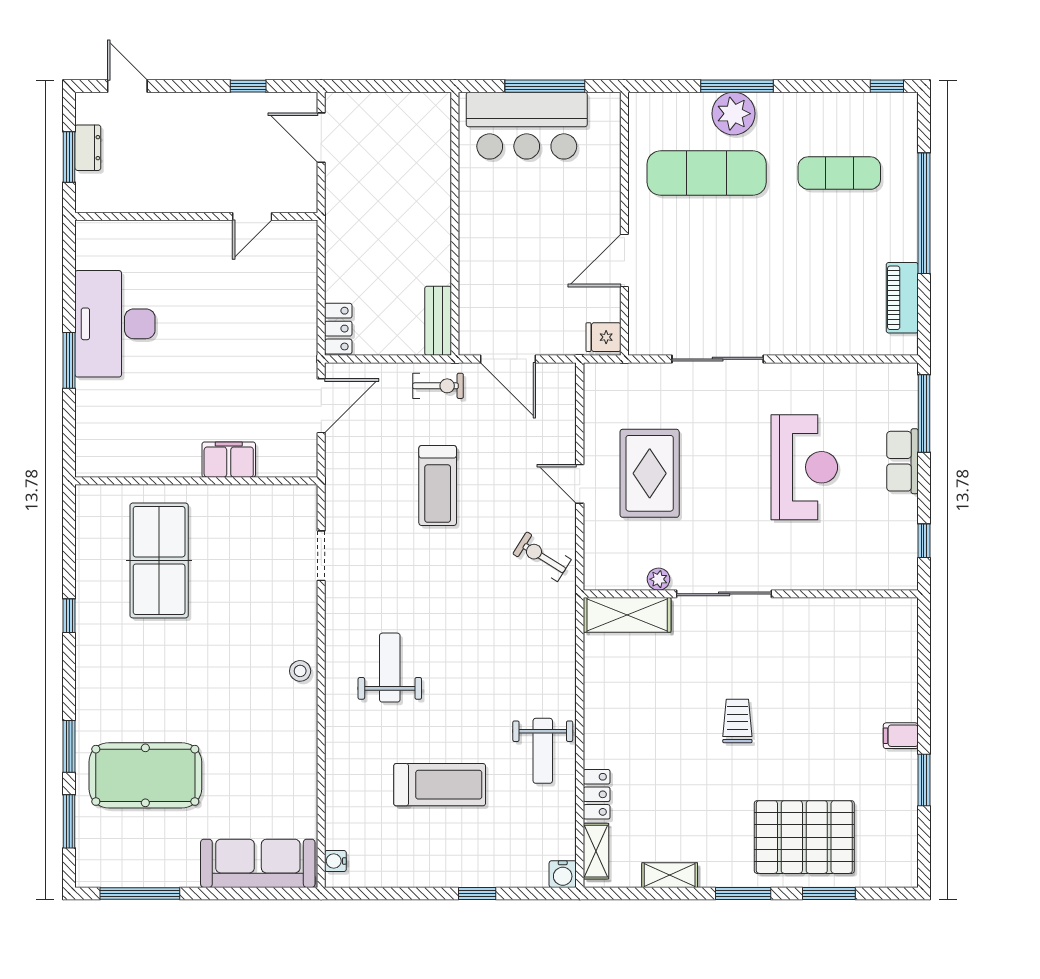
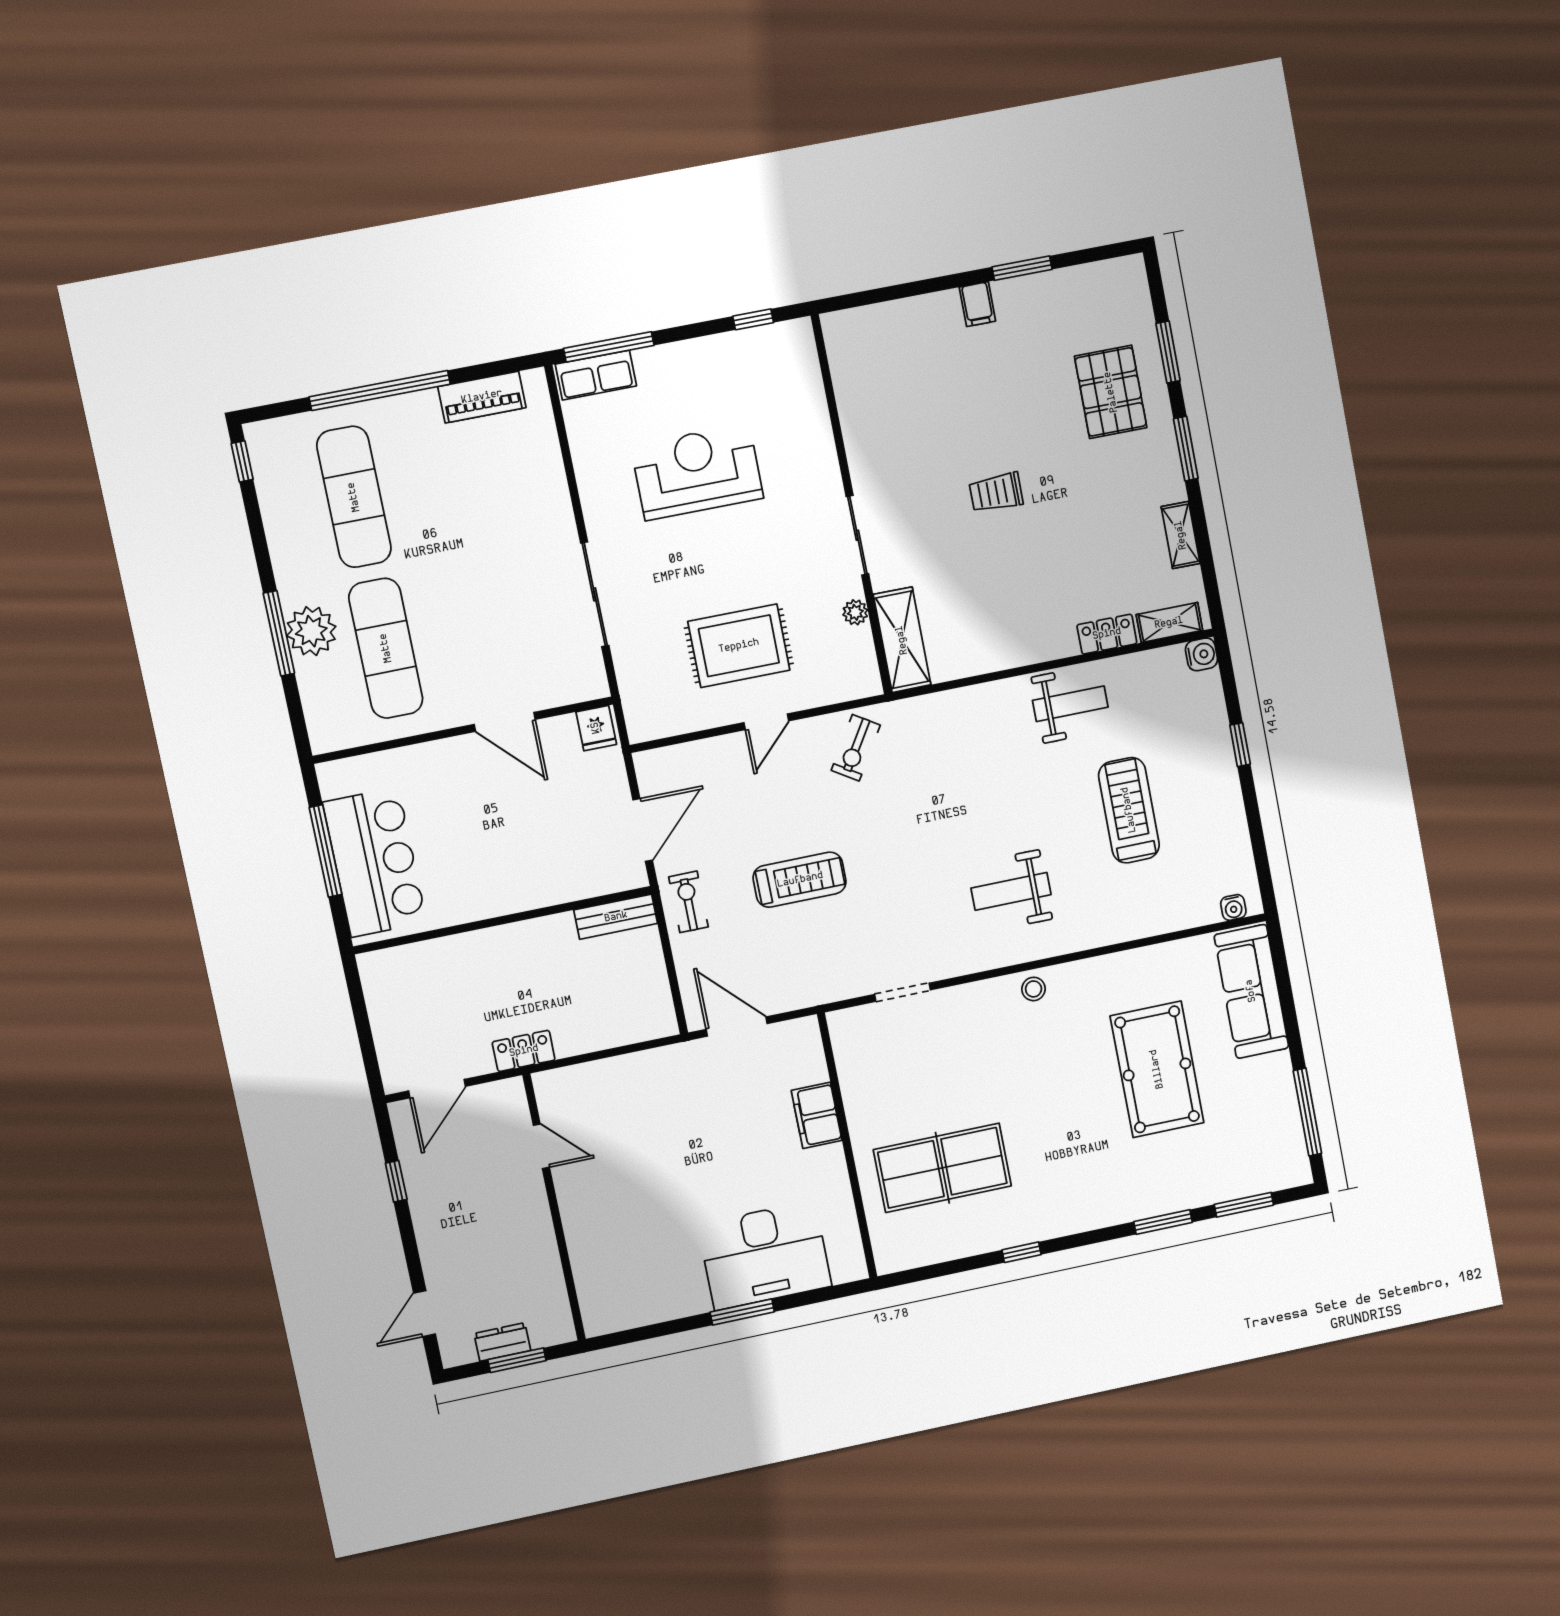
exercise mat: (839, 173) -> (354, 497), width x1.36, depth x1.45
desk: (115, 324) -> (765, 1255), moved
locker: (338, 329) -> (524, 1051), moved
row of seats: (902, 461) -> (596, 375), moved
sliding door: (724, 594) -> (857, 535), width x0.73
pool table: (145, 775) -> (1157, 1069), moved
pallet: (804, 837) -> (1111, 392), width x0.73, depth x0.71

